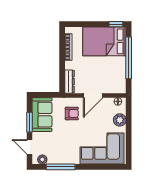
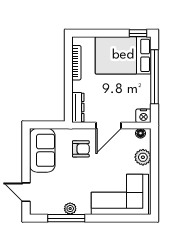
nightstand: (120, 88) -> (143, 116), added
window: (30, 122) -> (26, 160), removed
plant: (42, 160) -> (70, 209), moved

